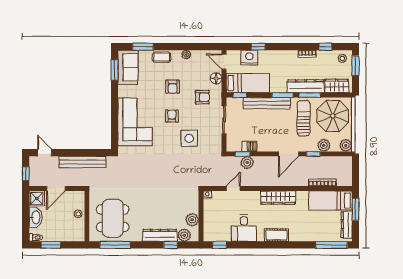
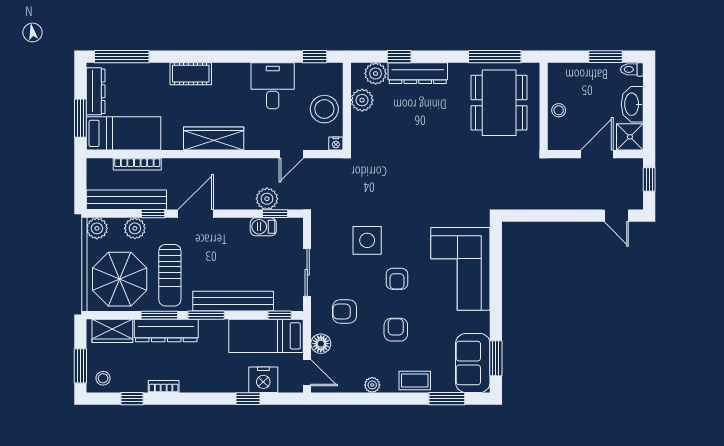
bench: (82, 162) -> (126, 200), moved
stool: (214, 215) -> (324, 109), added
cot: (276, 235) -> (191, 74), moved

